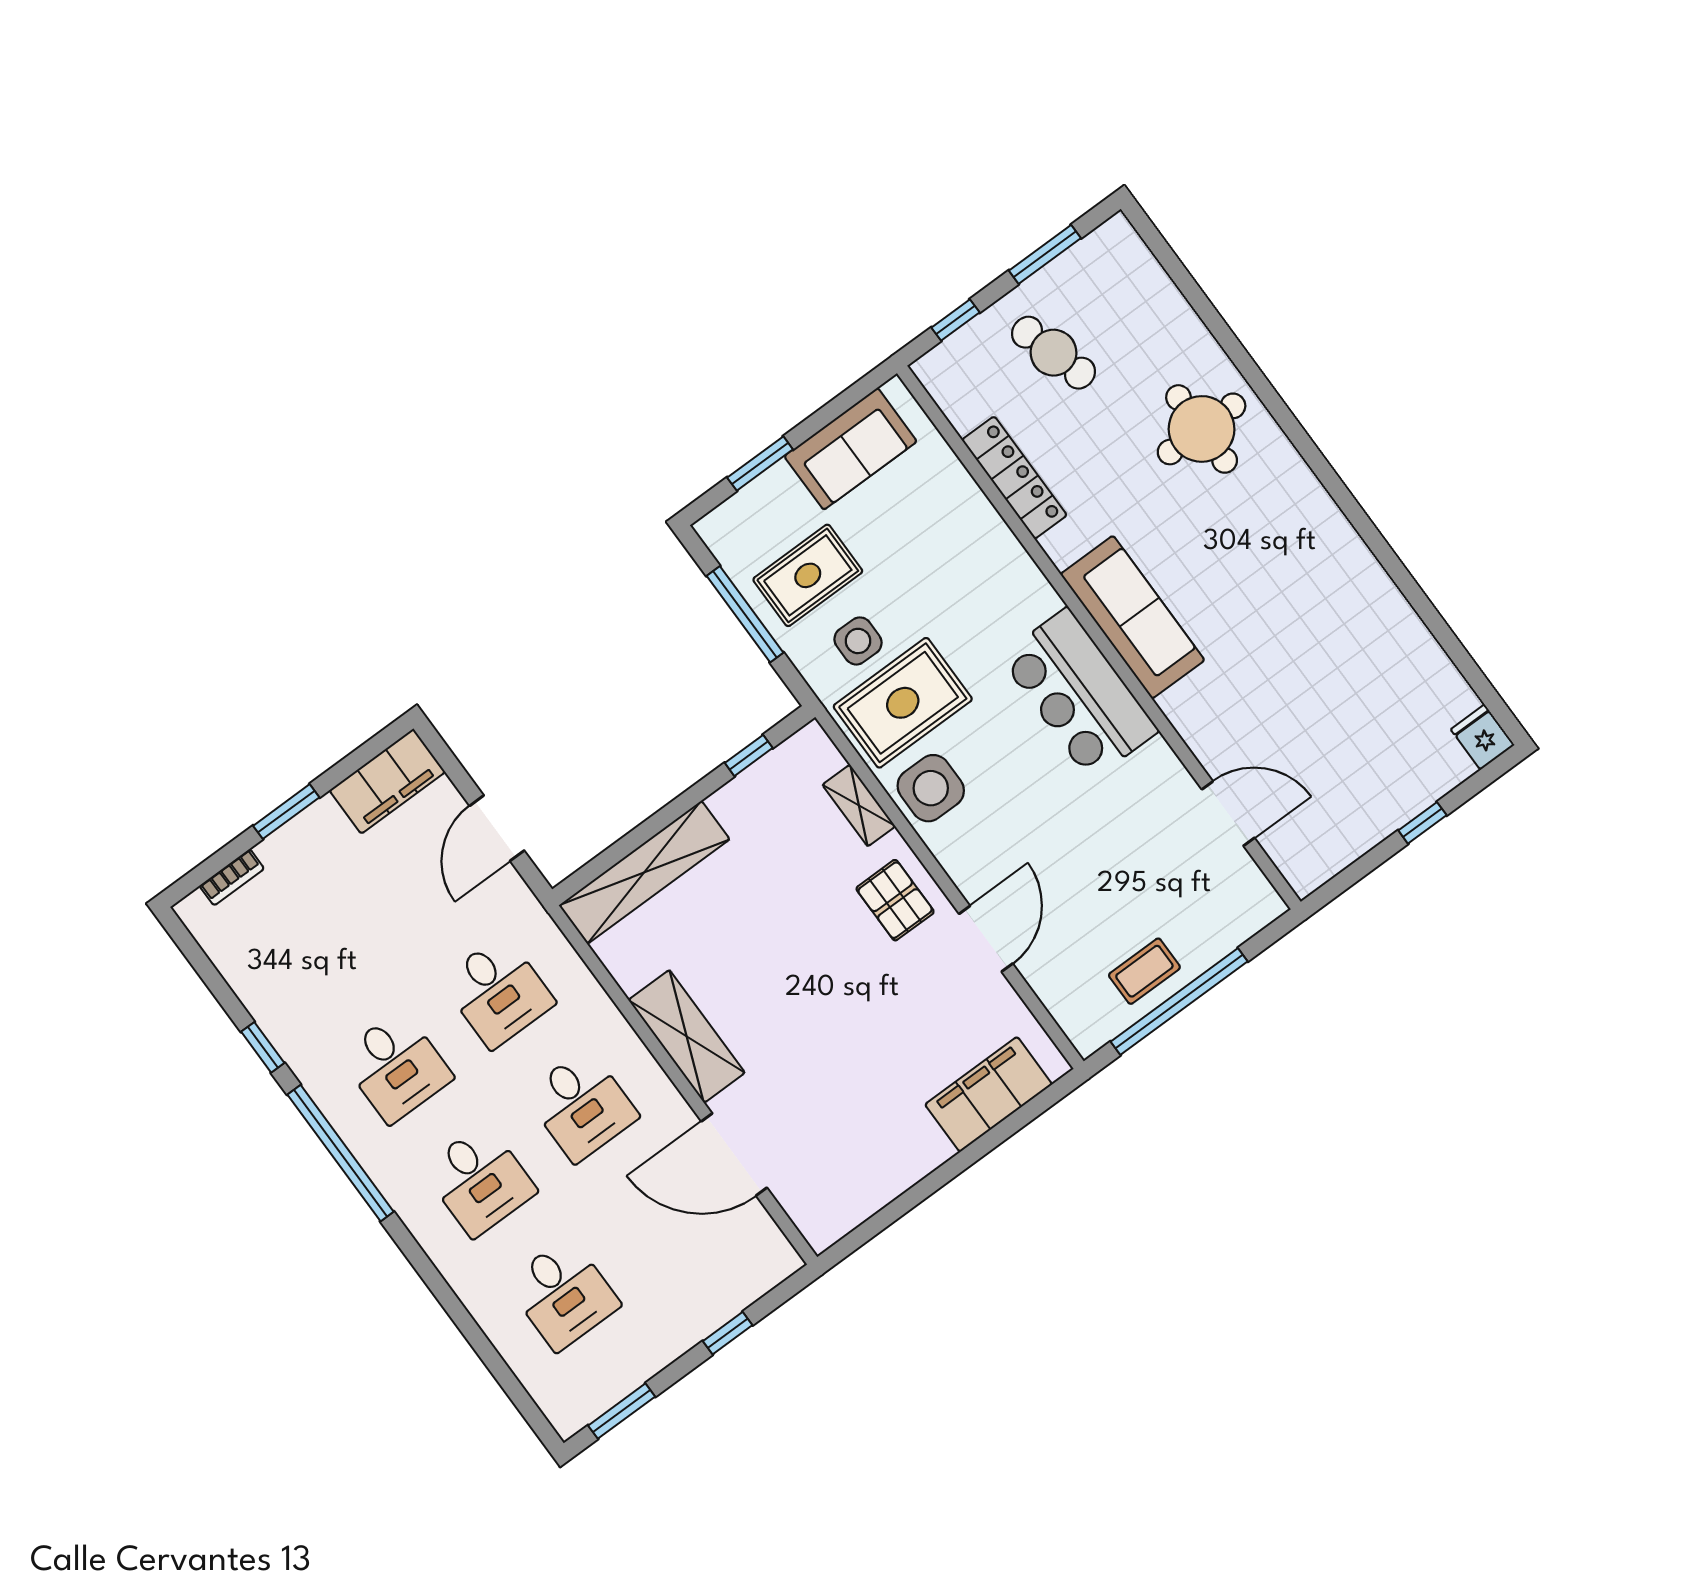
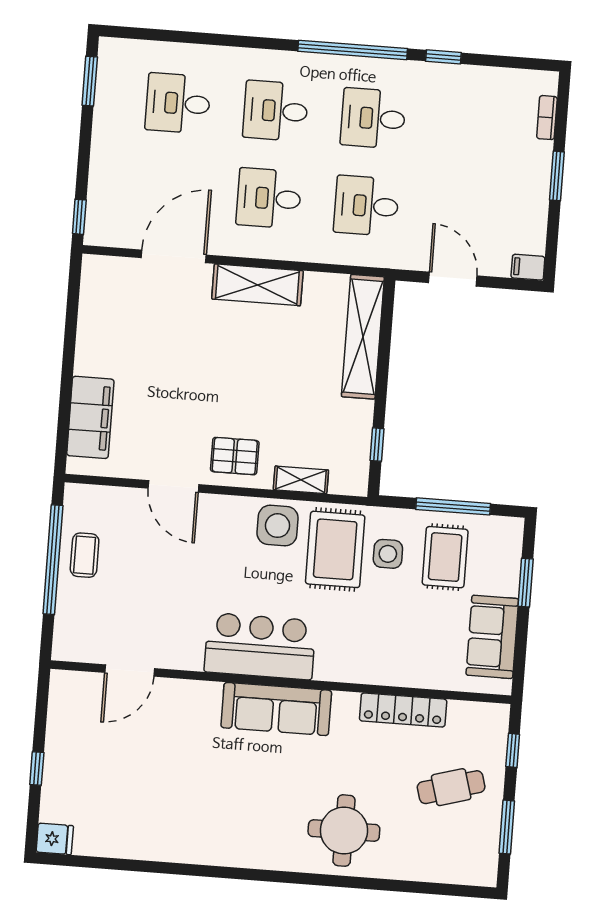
filing cabinet: (387, 781) -> (528, 267), width x0.33, depth x0.86
window: (728, 1333) -> (79, 217), moved

